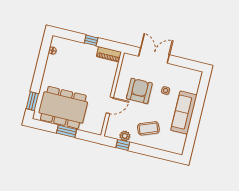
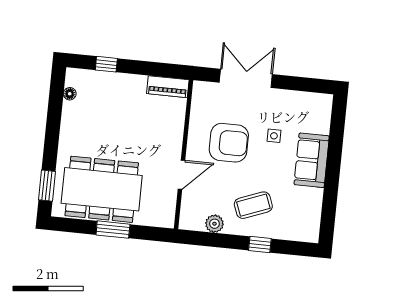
window: (91, 40) -> (106, 64), moved
armchair: (139, 91) -> (229, 143), turned 90
sofa: (184, 113) -> (312, 160), width x0.73
window: (123, 145) -> (260, 244), moved

